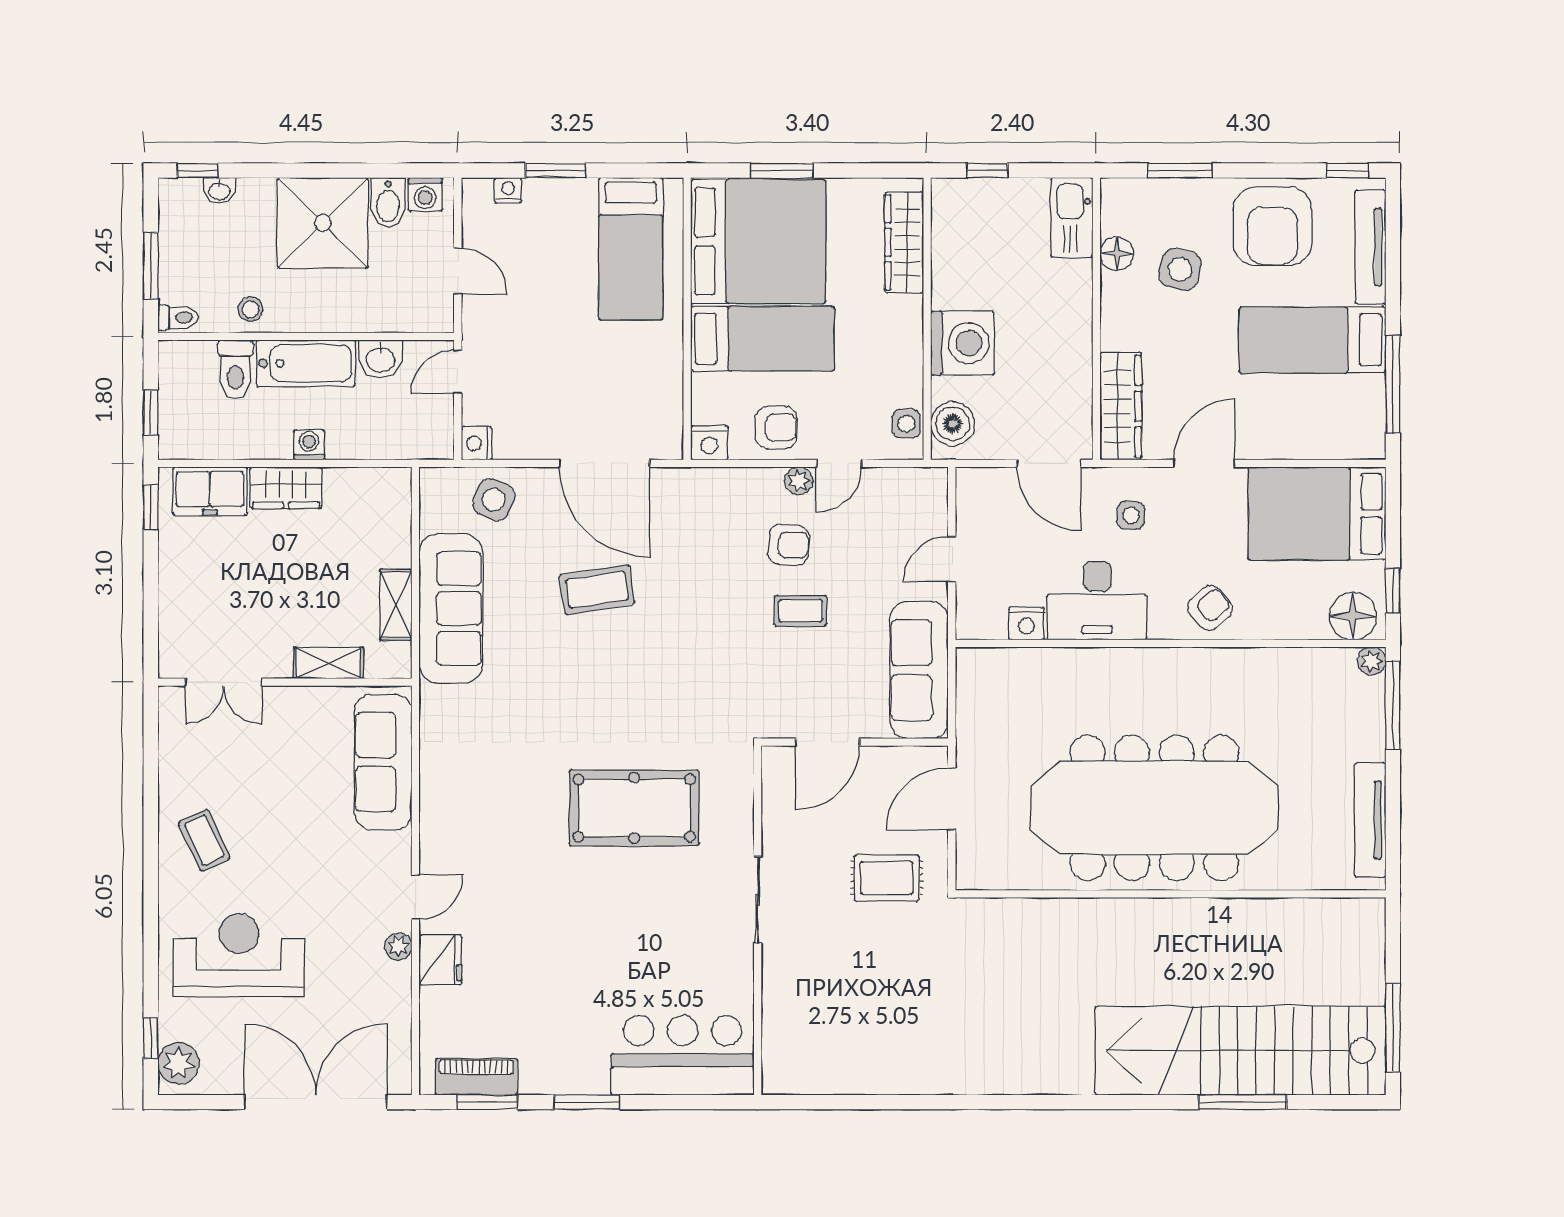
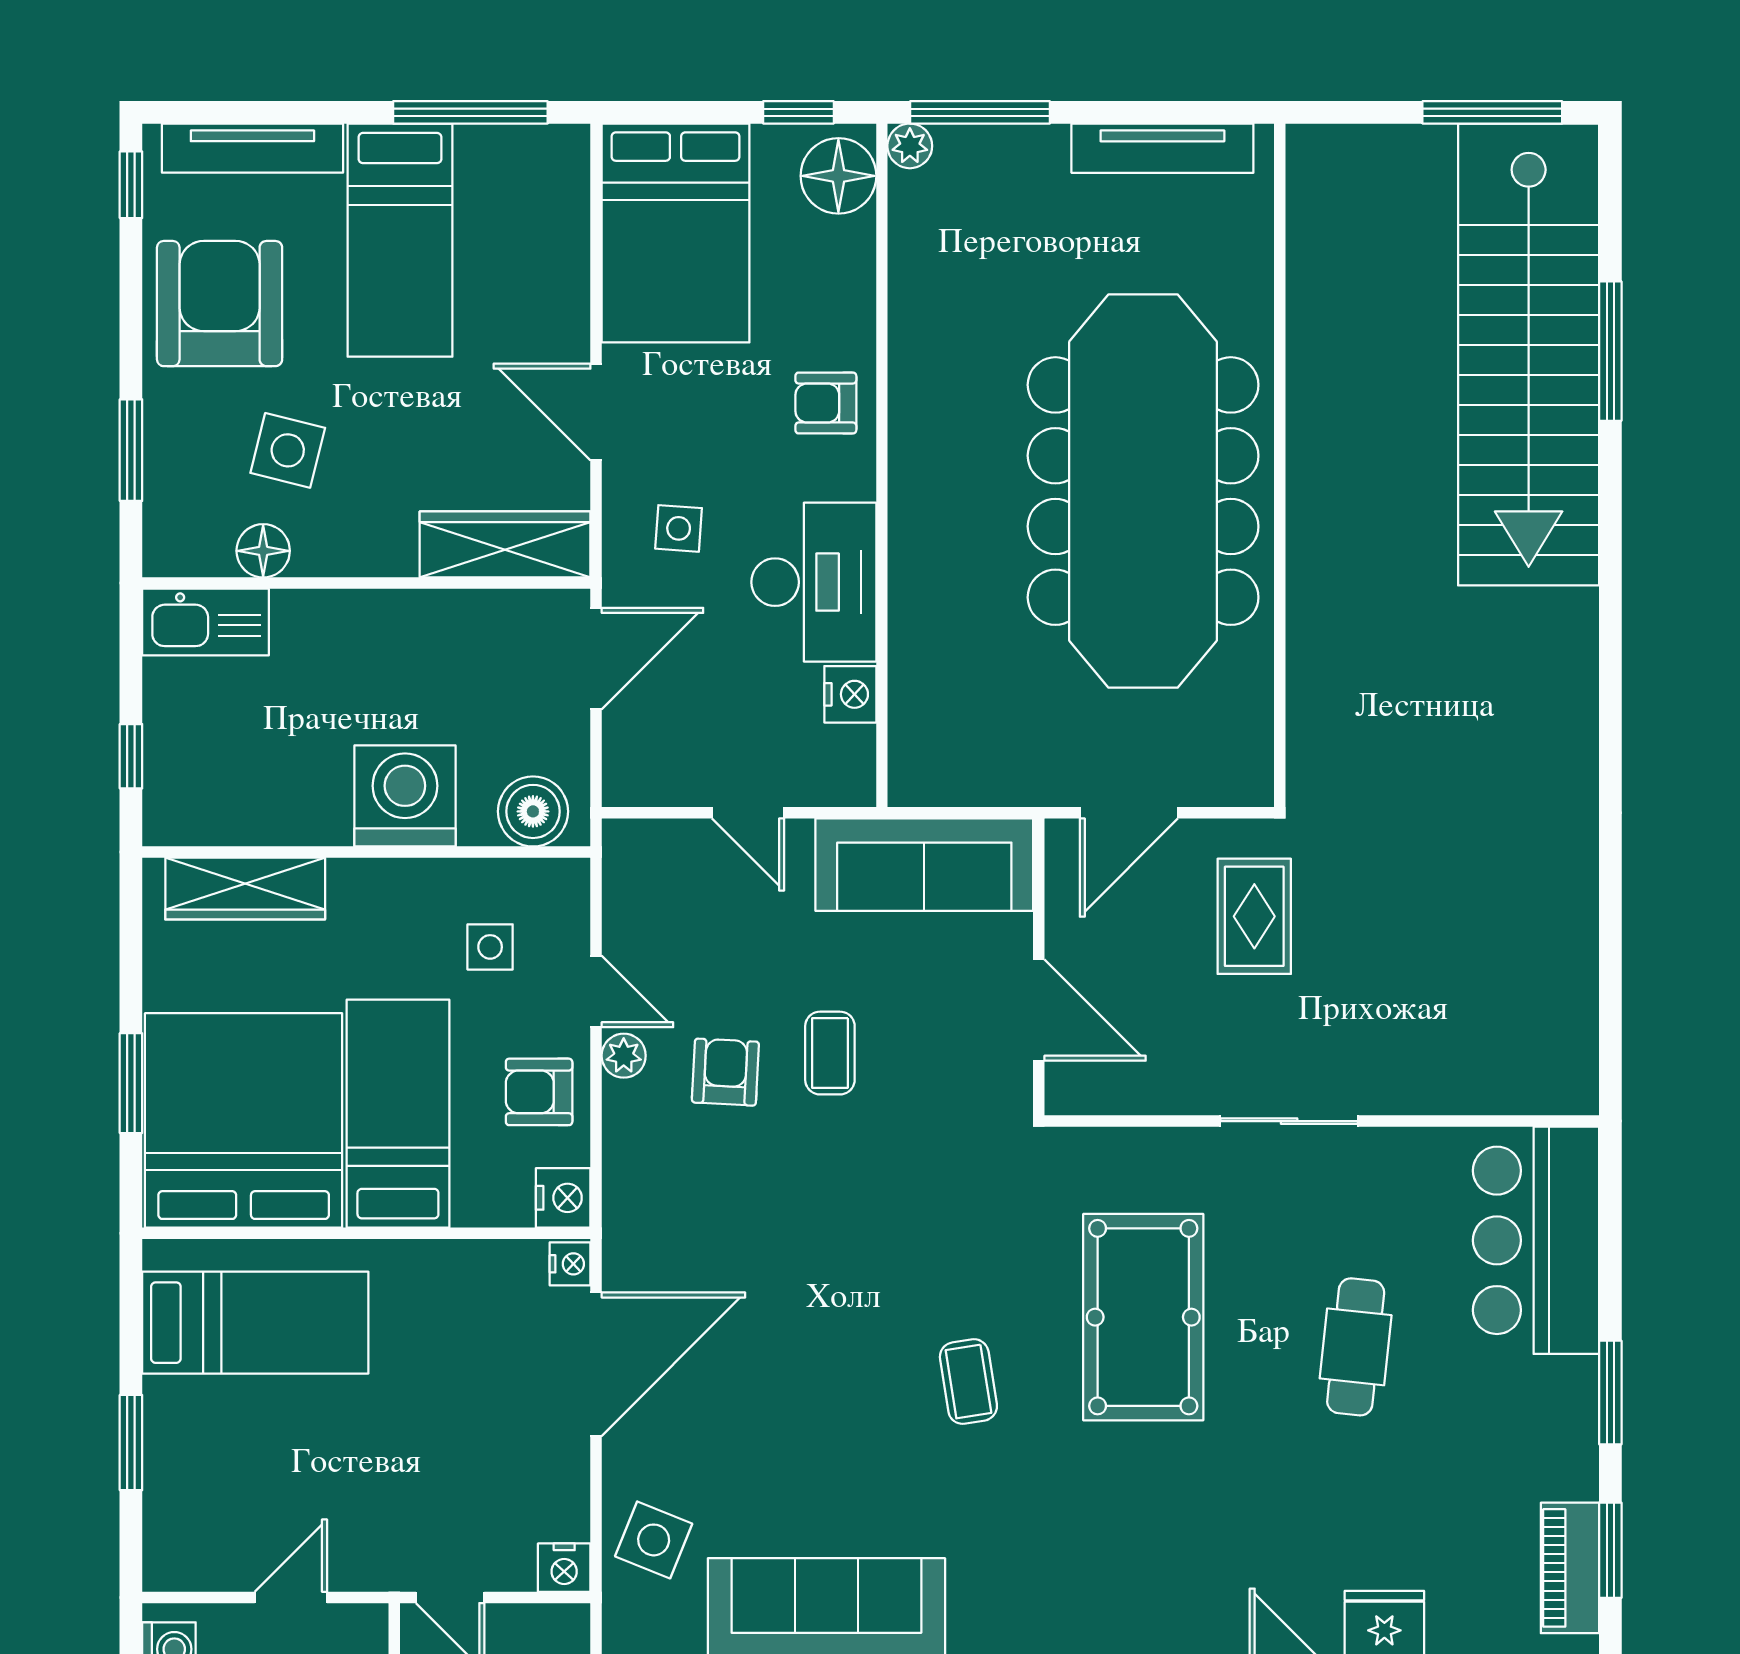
nightstand: (508, 190) -> (570, 1264), moved, turned 180
armchair: (1272, 226) -> (220, 304), turned -90
side table: (906, 424) -> (490, 947), moved
armchair: (776, 428) -> (539, 1092), turned -90
coffee table: (597, 590) -> (968, 1382), moved, width x0.73, depth x0.77
armchair: (1210, 608) -> (826, 403), turned -49
door: (952, 799) -> (1129, 813), hinge flipped
cafe table: (616, 942) -> (1356, 1347), added

